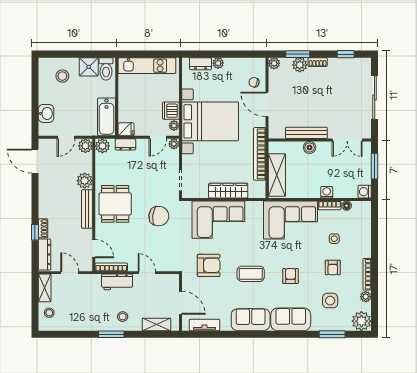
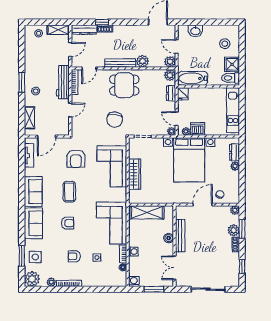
bookcase: (260, 154) -> (164, 199), removed
workbench: (117, 282) -> (63, 82), width x1.38
side table: (330, 301) -> (35, 257), moved

